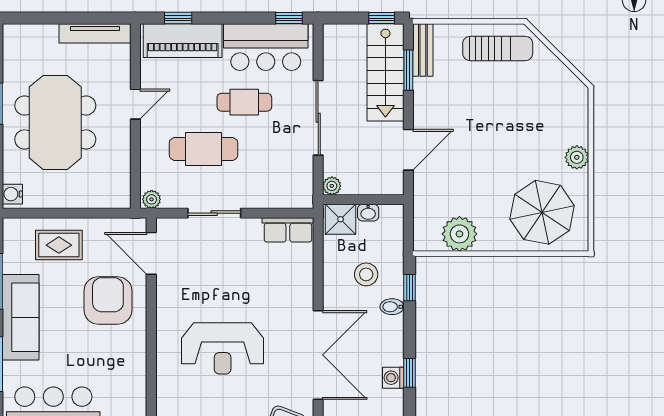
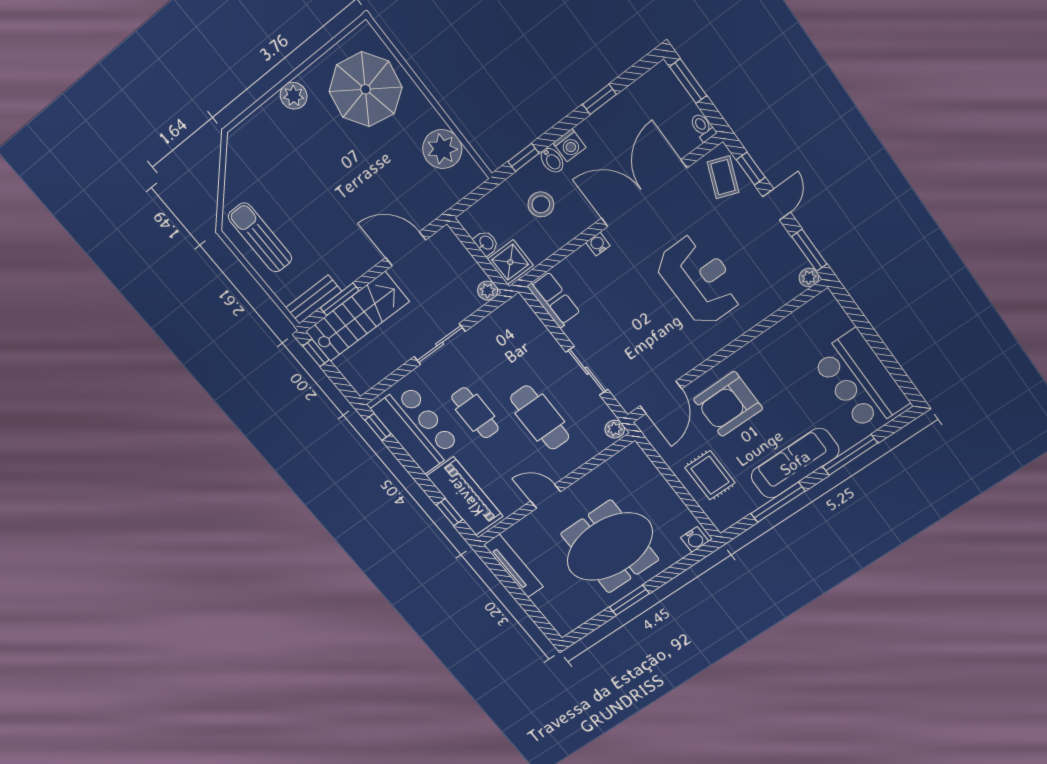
sliding door: (318, 118) -> (440, 344), width x0.73
water cooler: (306, 294) -> (598, 244), added
washing machine: (393, 378) -> (569, 145), moved

